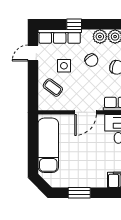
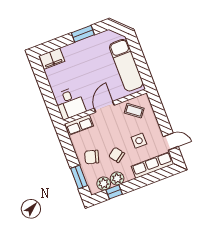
window: (74, 24) -> (114, 192), moved
door: (33, 53) -> (171, 141), hinge flipped
coffee table: (53, 88) -> (134, 111), moved

